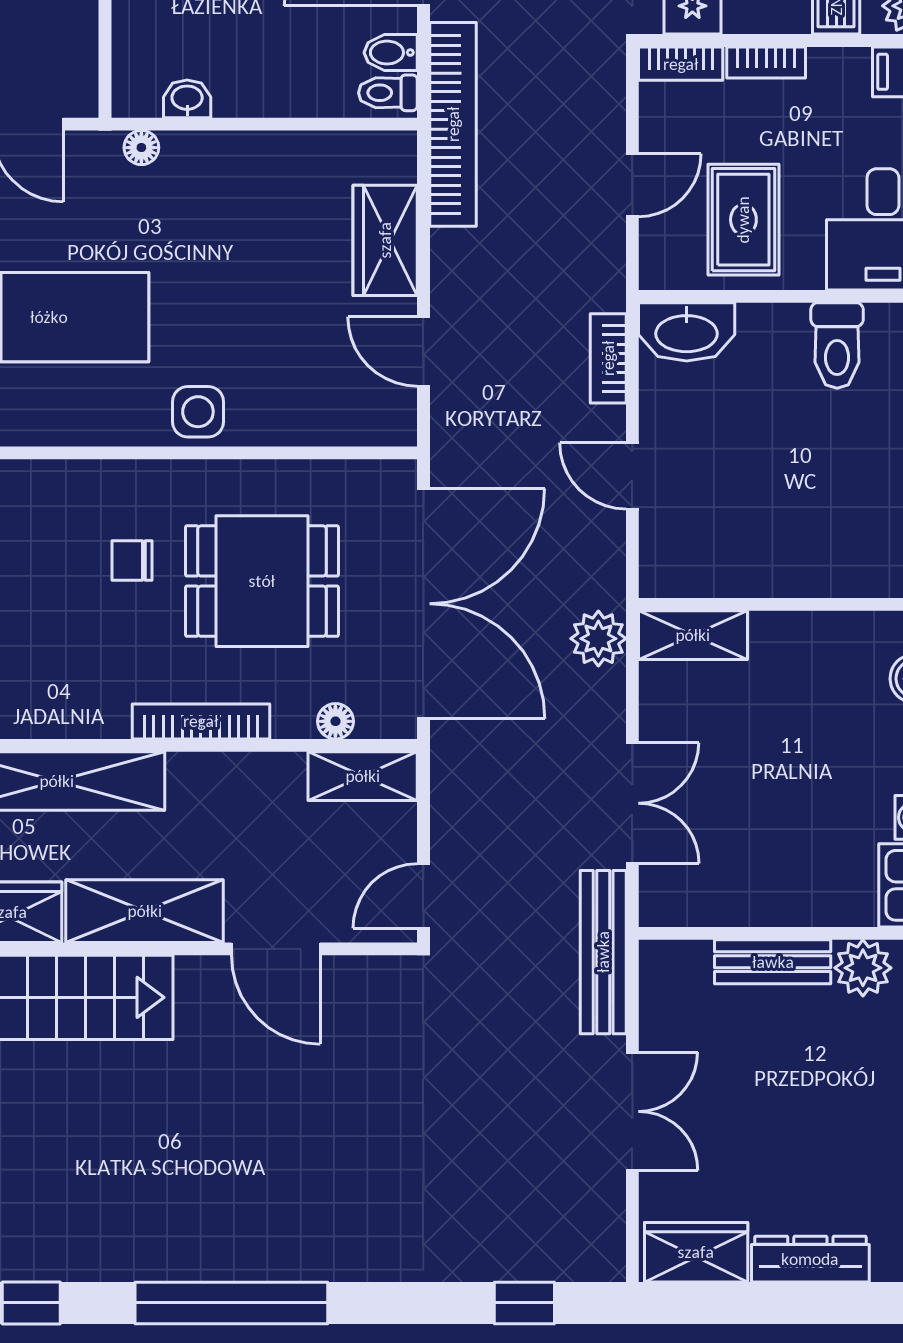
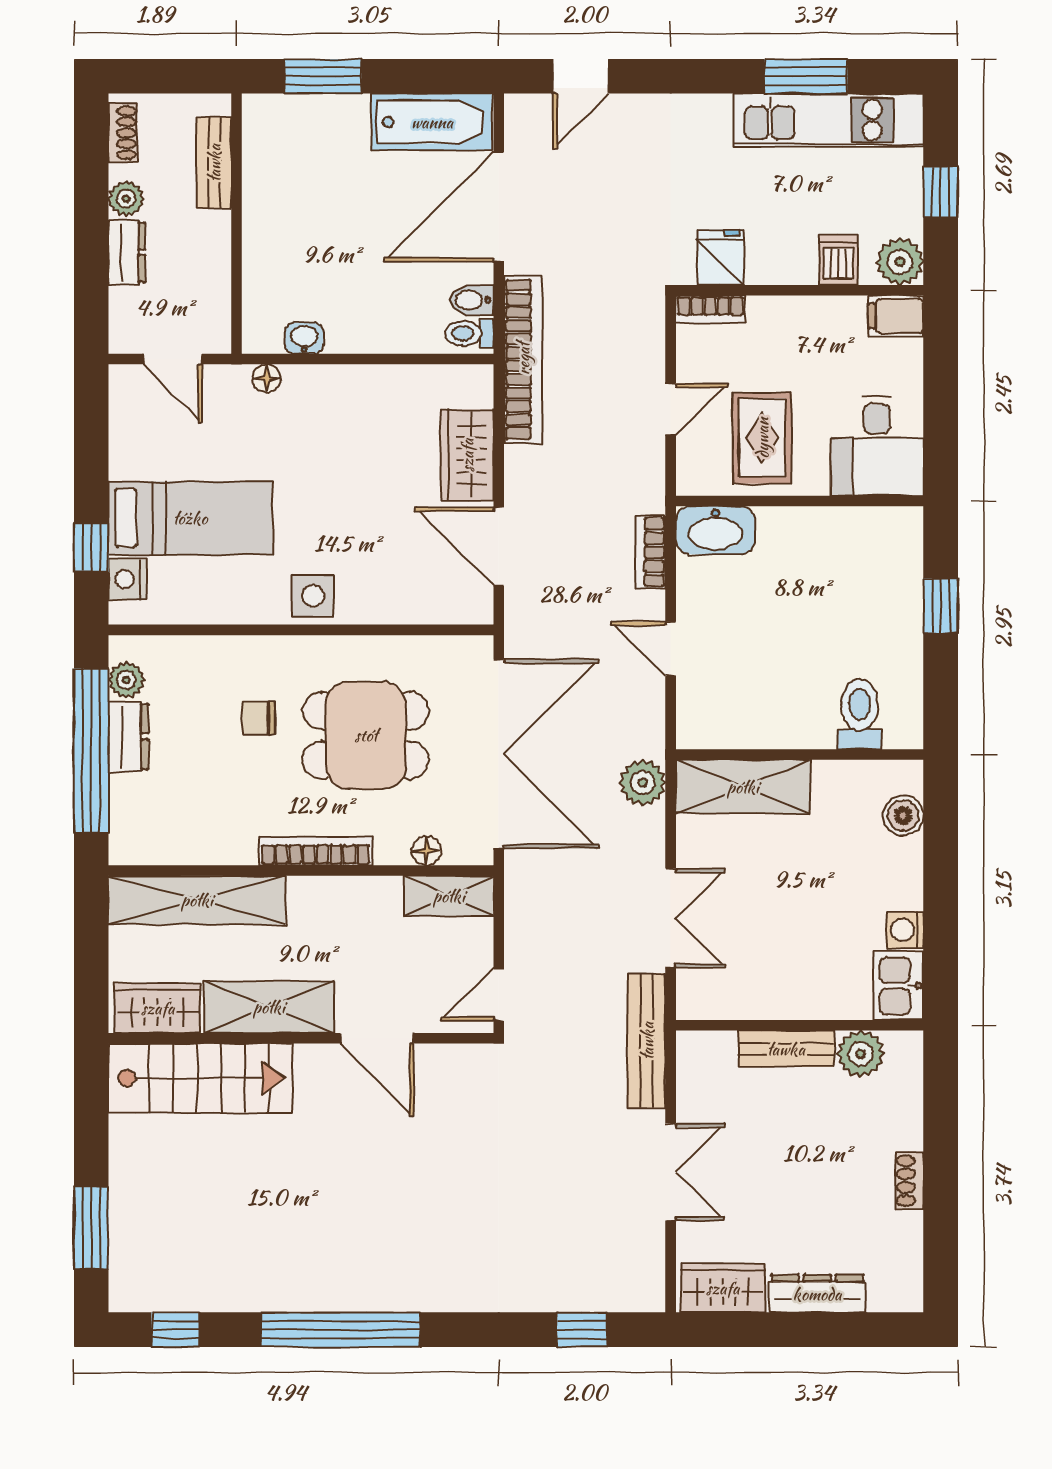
bookcase: (766, 62) -> (781, 308), removed
toilet: (837, 346) -> (859, 714), moved, turned 180
door: (423, 352) -> (499, 546), width x1.38
shelving: (693, 635) -> (743, 787), width x1.50, depth x1.33

